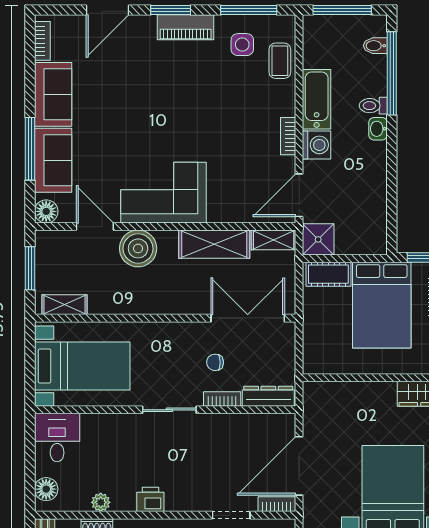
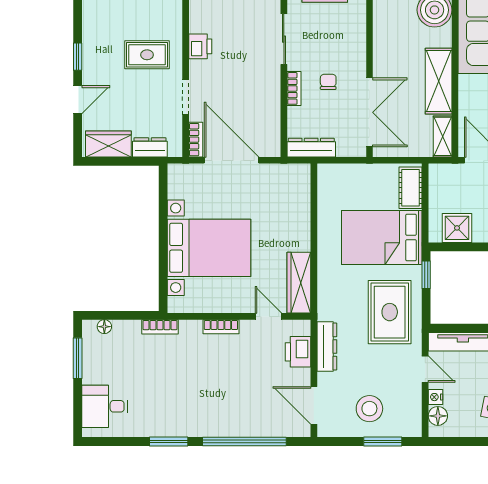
shower: (318, 239) -> (457, 228), moved
dresser: (268, 396) -> (311, 148), moved, turned -90
printer: (150, 499) -> (200, 46), moved

